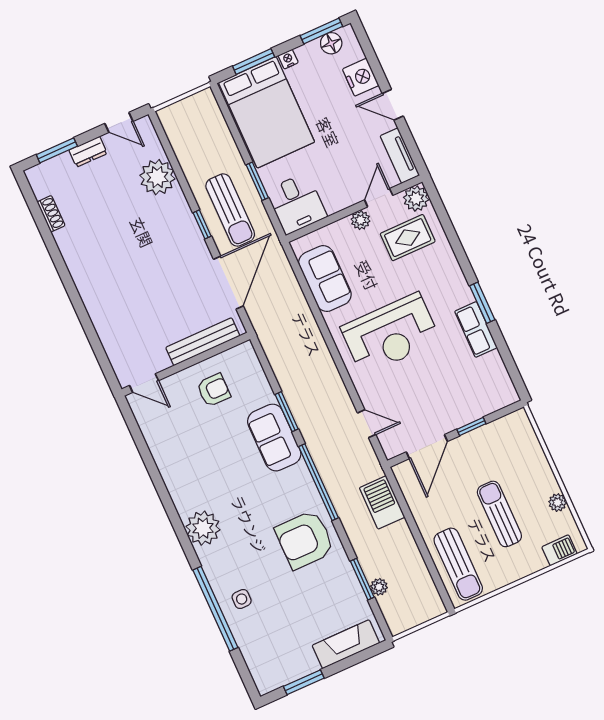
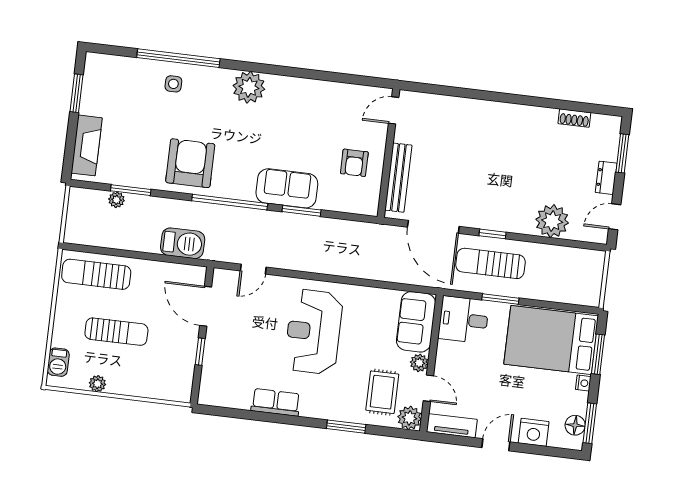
sofa: (325, 279) -> (416, 322), moved, turned 90
window: (482, 303) -> (346, 427), moved

